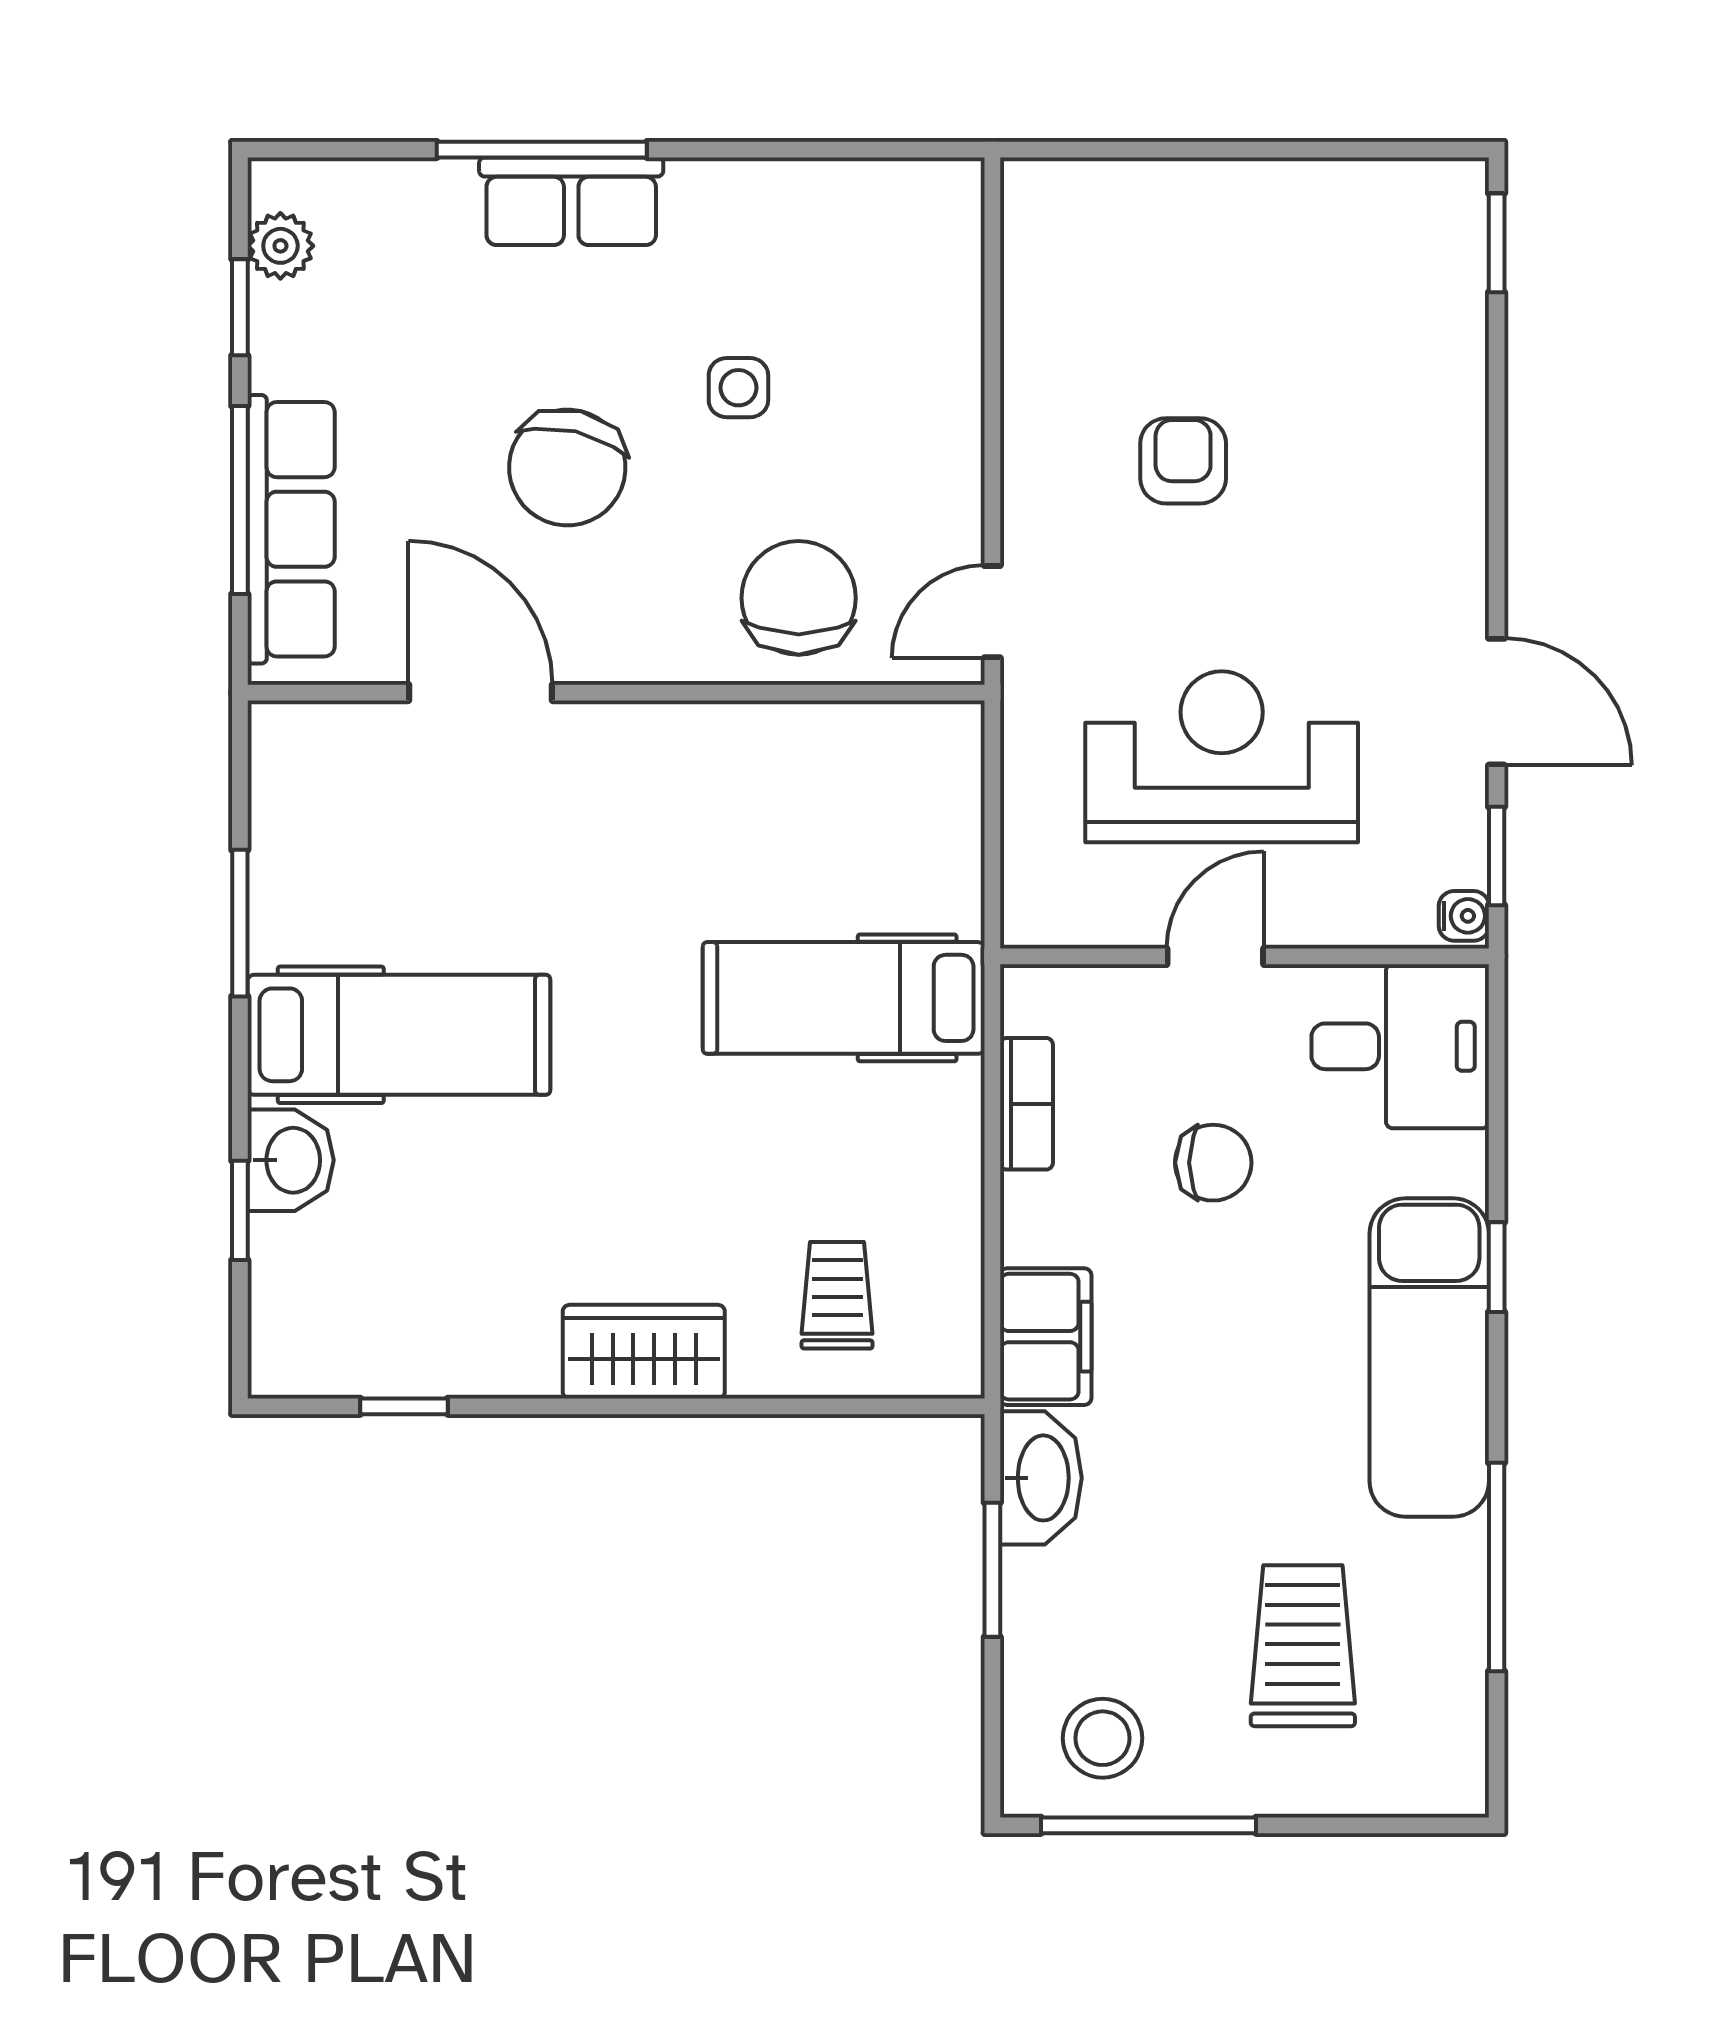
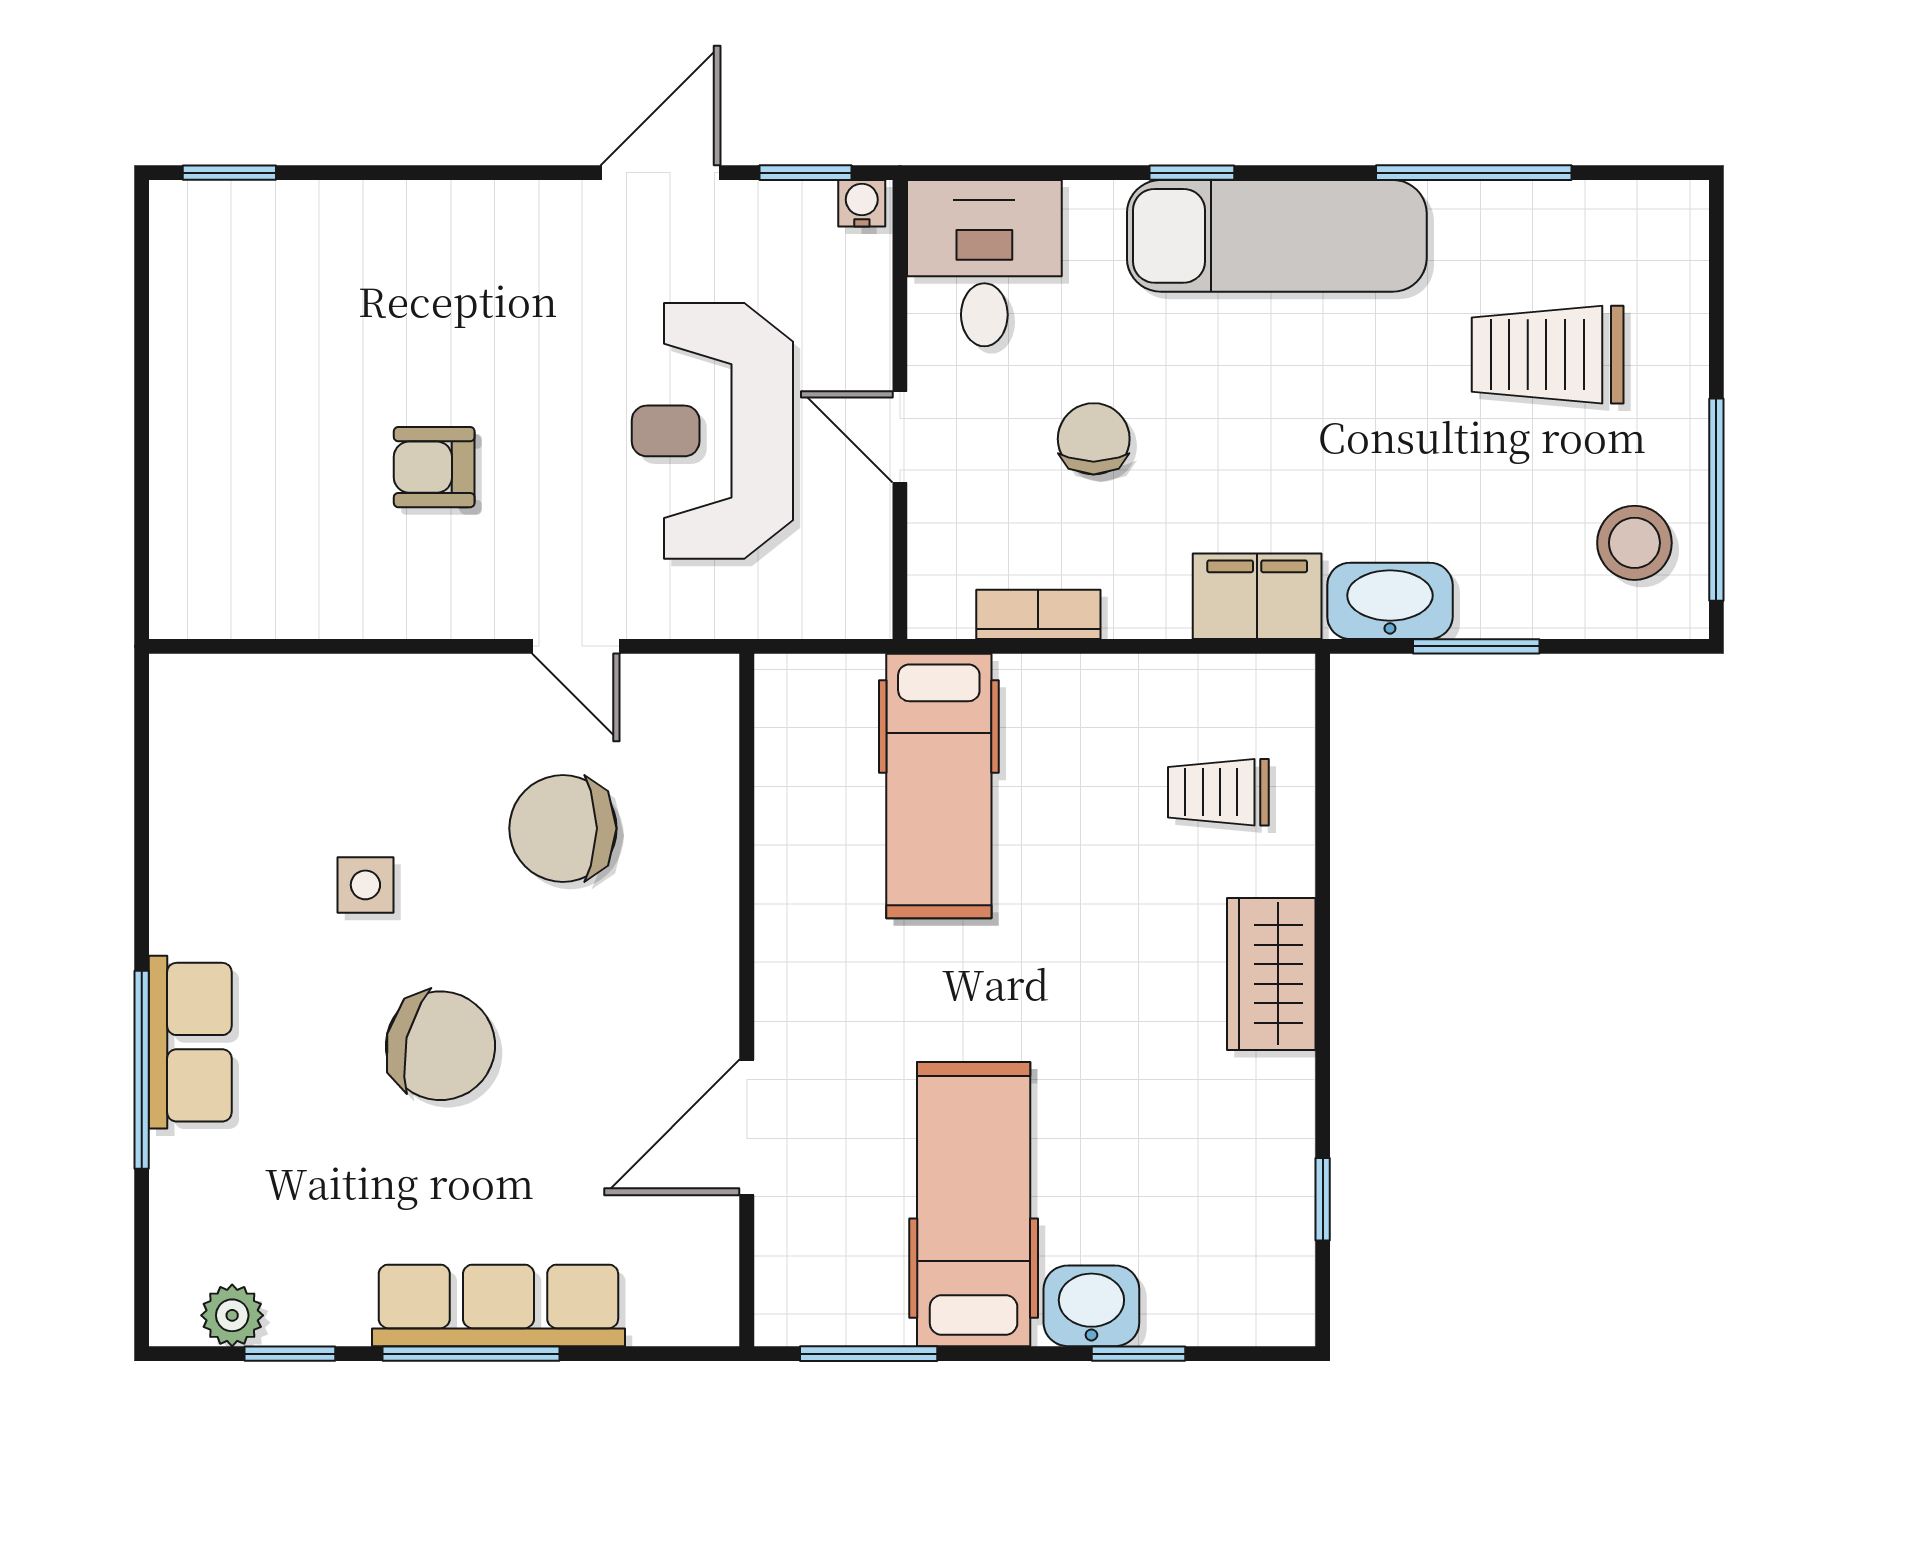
door: (481, 693) -> (747, 1127), moved
wall: (616, 693) -> (747, 1000), moved

